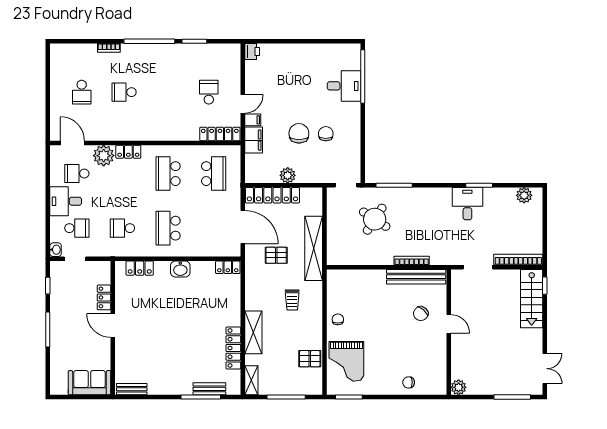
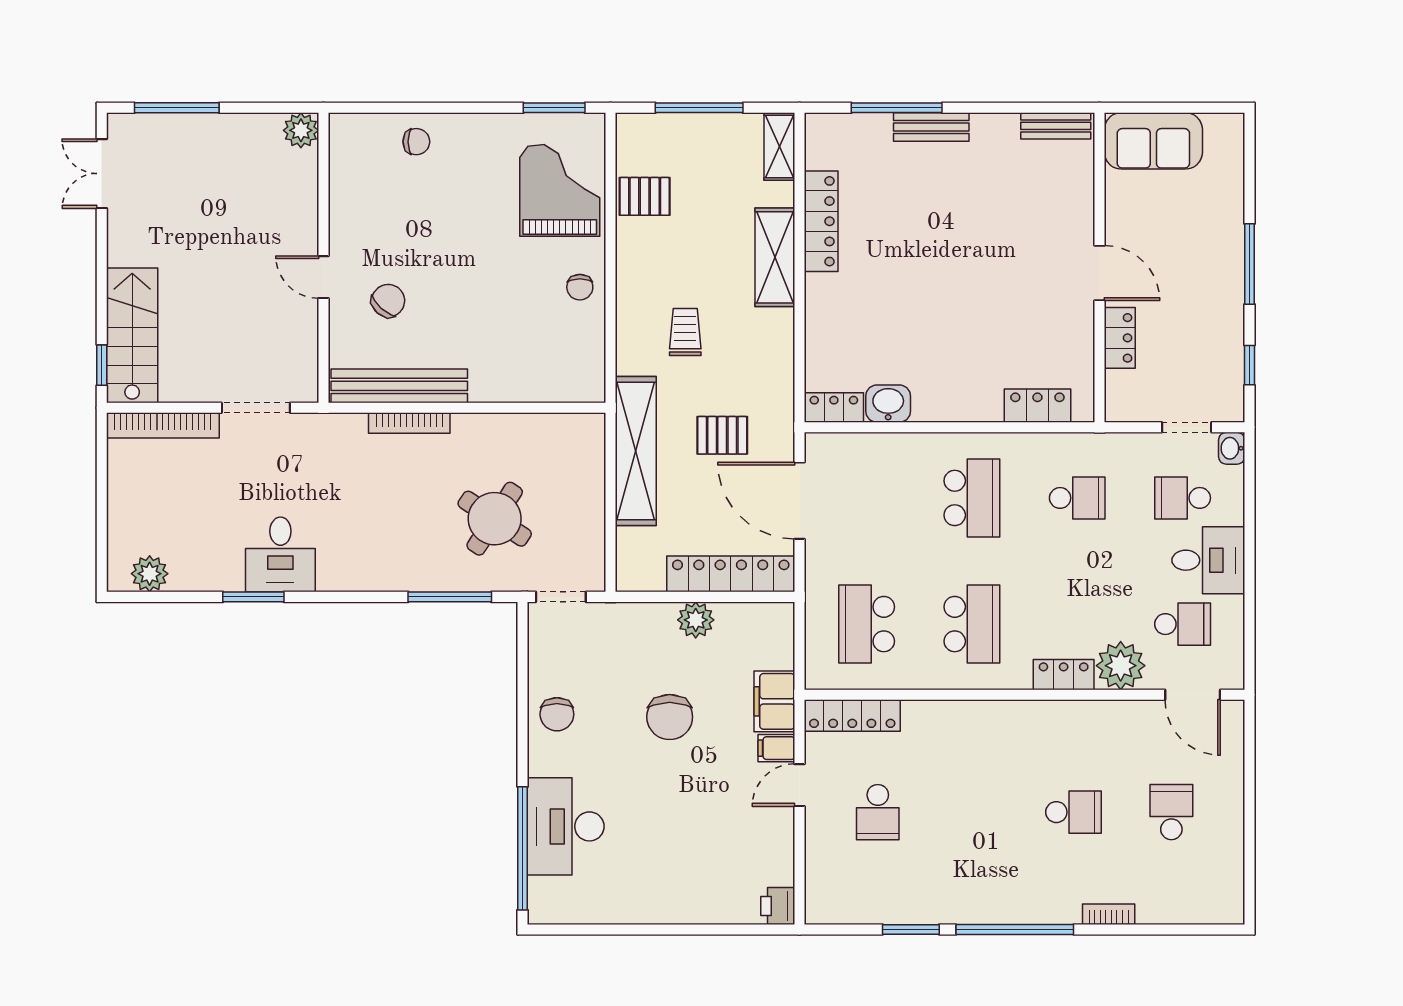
desk: (344, 86) -> (566, 826), width x1.37
chair: (326, 134) -> (557, 714), moved
washbasin: (180, 269) -> (888, 404), moved
bench: (209, 389) -> (931, 127), moved

